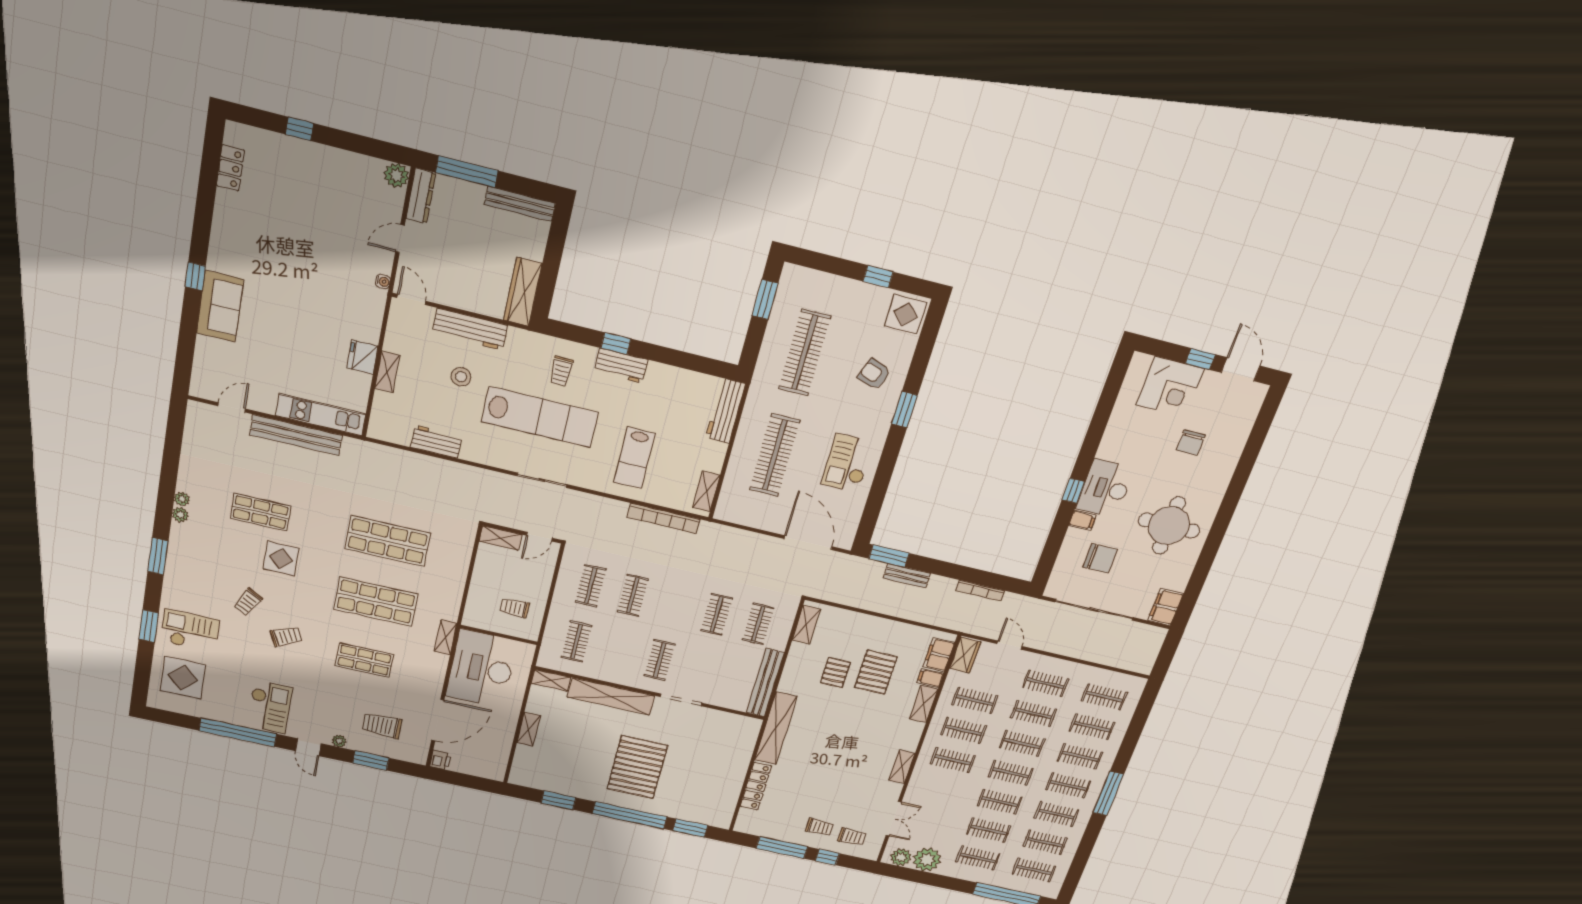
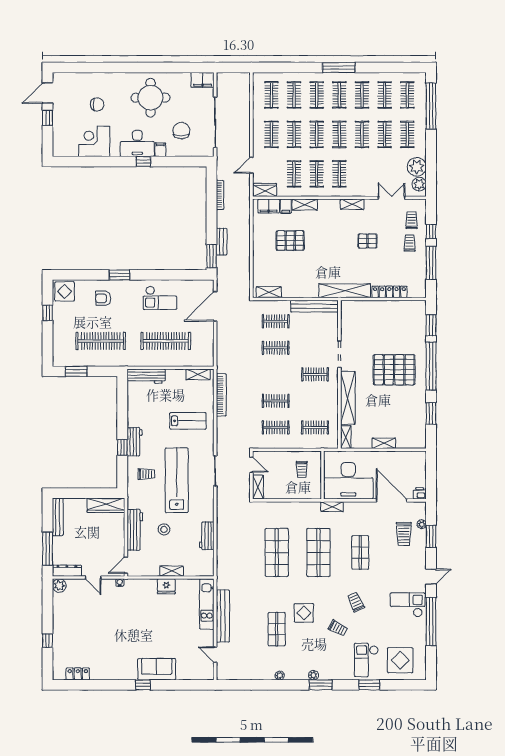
armchair: (874, 374) -> (103, 298), turned 70
corner desk: (1170, 387) -> (94, 141), moved, turned -90
plant: (180, 515) -> (313, 675), moved
pallet: (835, 673) -> (367, 241), moved
plant: (339, 741) -> (422, 524), moved

